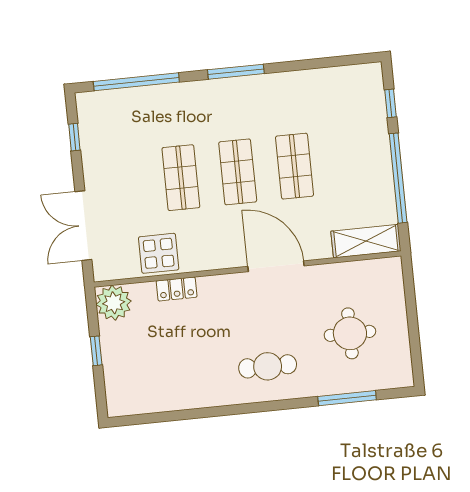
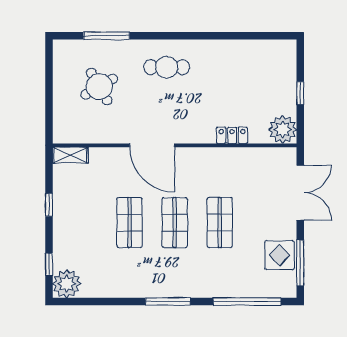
plant: (366, 81) -> (67, 284), added
window: (74, 137) -> (300, 263), width x2.17
window: (398, 178) -> (49, 205), width x0.32
shelving: (366, 241) -> (70, 155), width x0.67, depth x0.75
display table: (159, 253) -> (280, 255), moved
round table: (350, 333) -> (99, 87), turned -30

